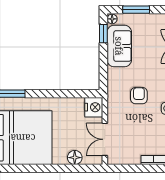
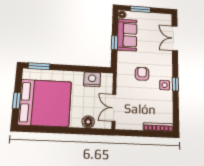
window: (103, 34) -> (115, 43), moved
nightstand: (94, 107) -> (92, 79), moved, turned -90

